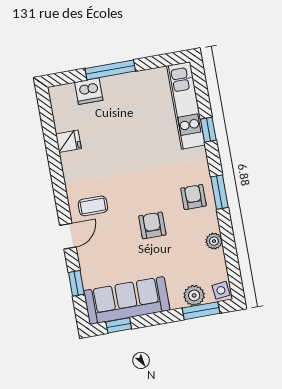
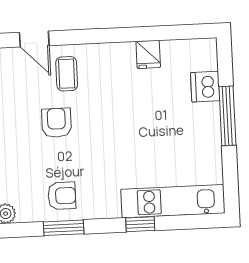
armchair: (152, 225) -> (56, 123), moved, turned -90

